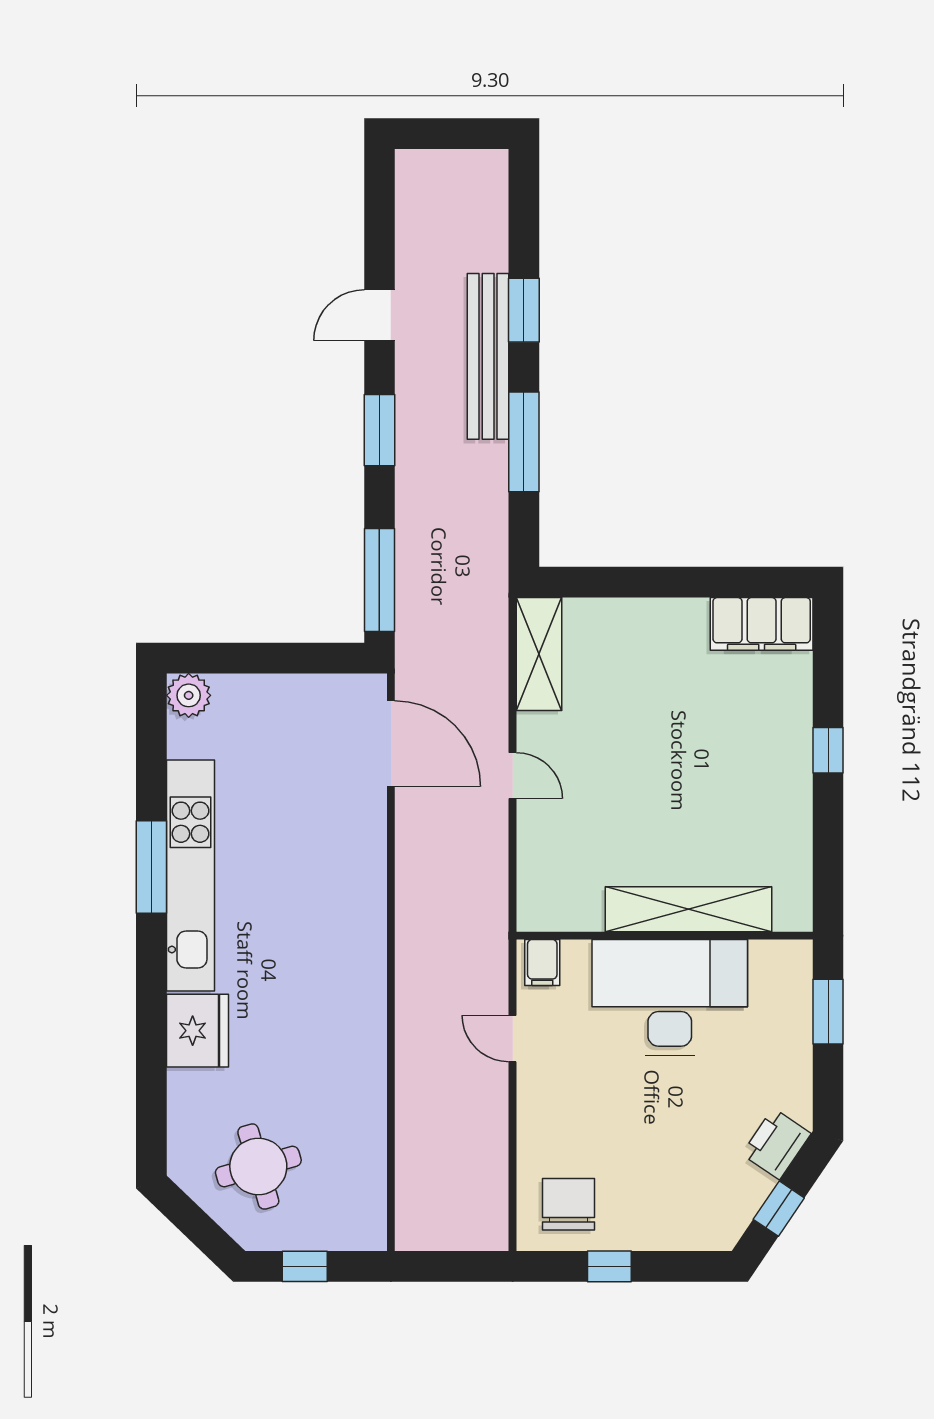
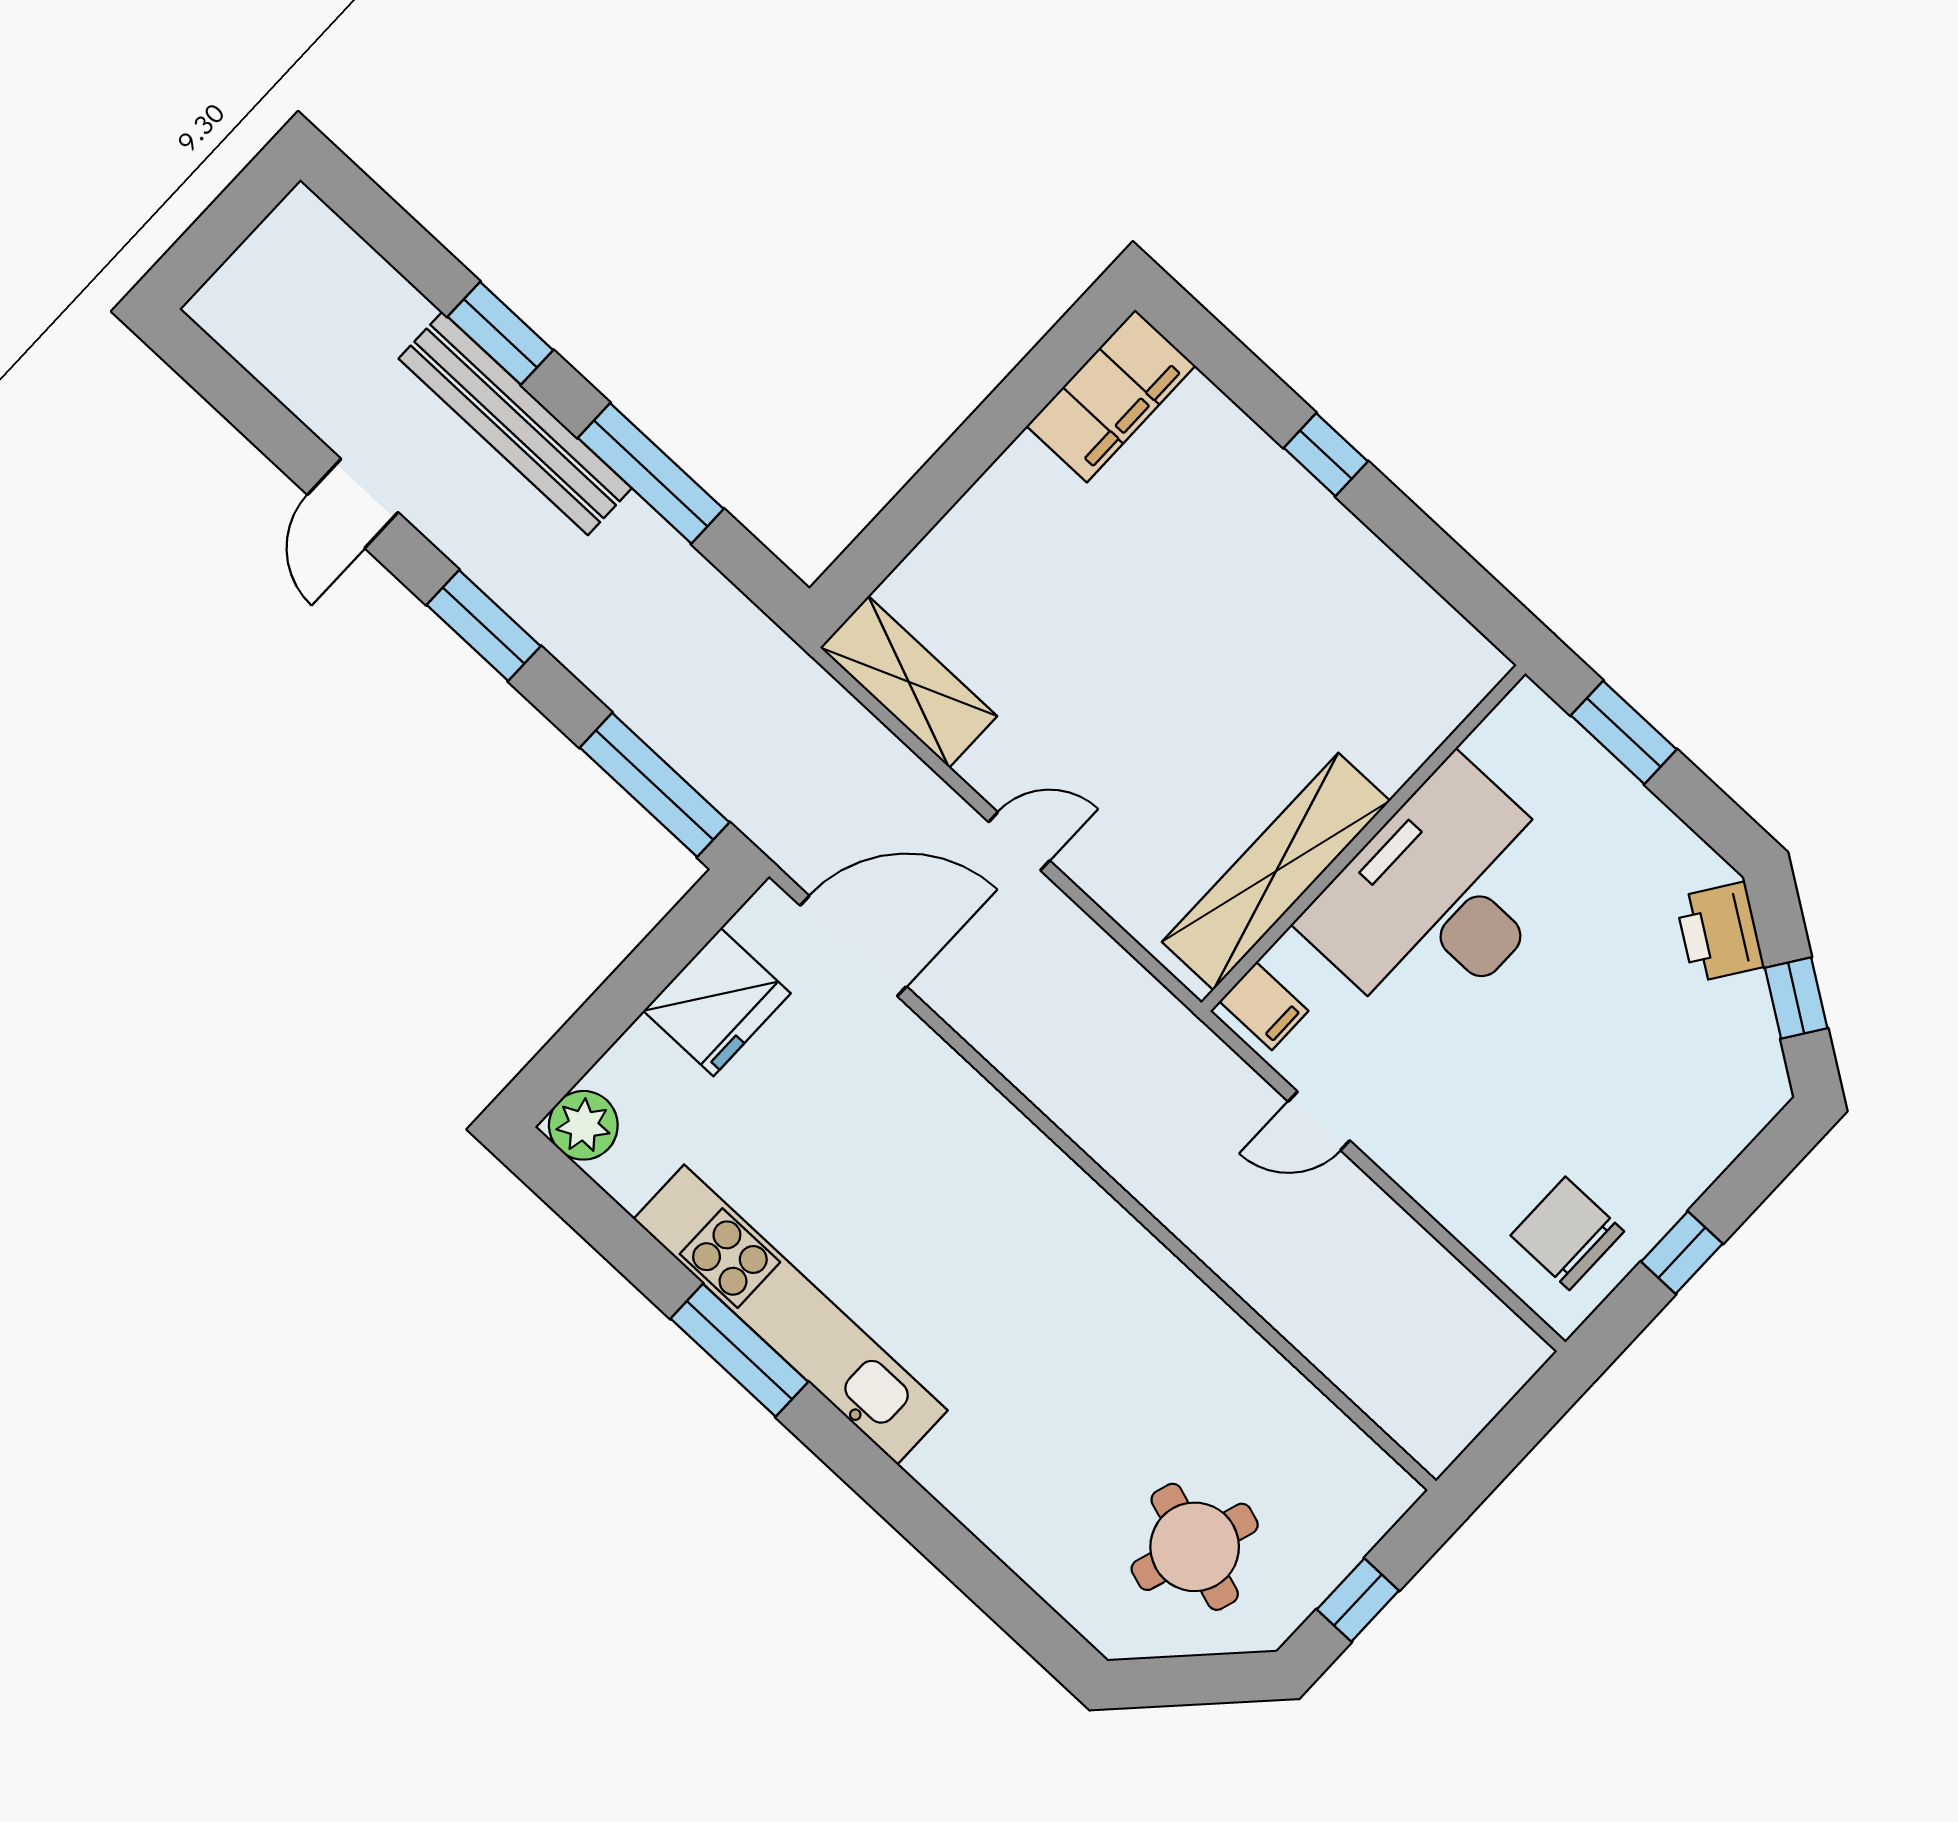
shelving: (689, 909) -> (1276, 871), moved
fridge: (197, 1031) -> (717, 1002), moved, turned 90
round table: (258, 1167) -> (1195, 1547), turned 34

